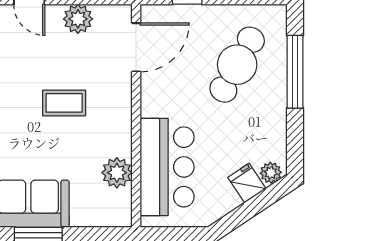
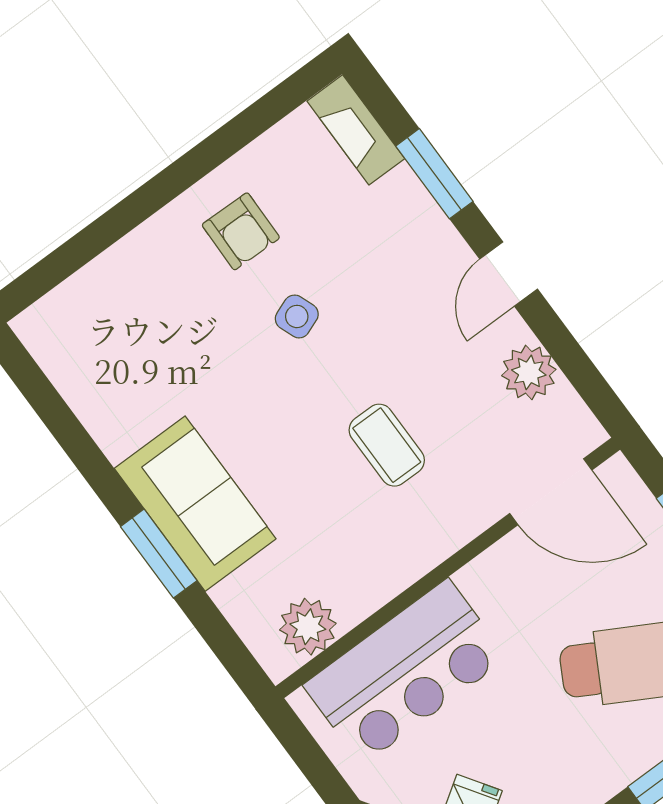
plant: (117, 173) -> (308, 627), moved

